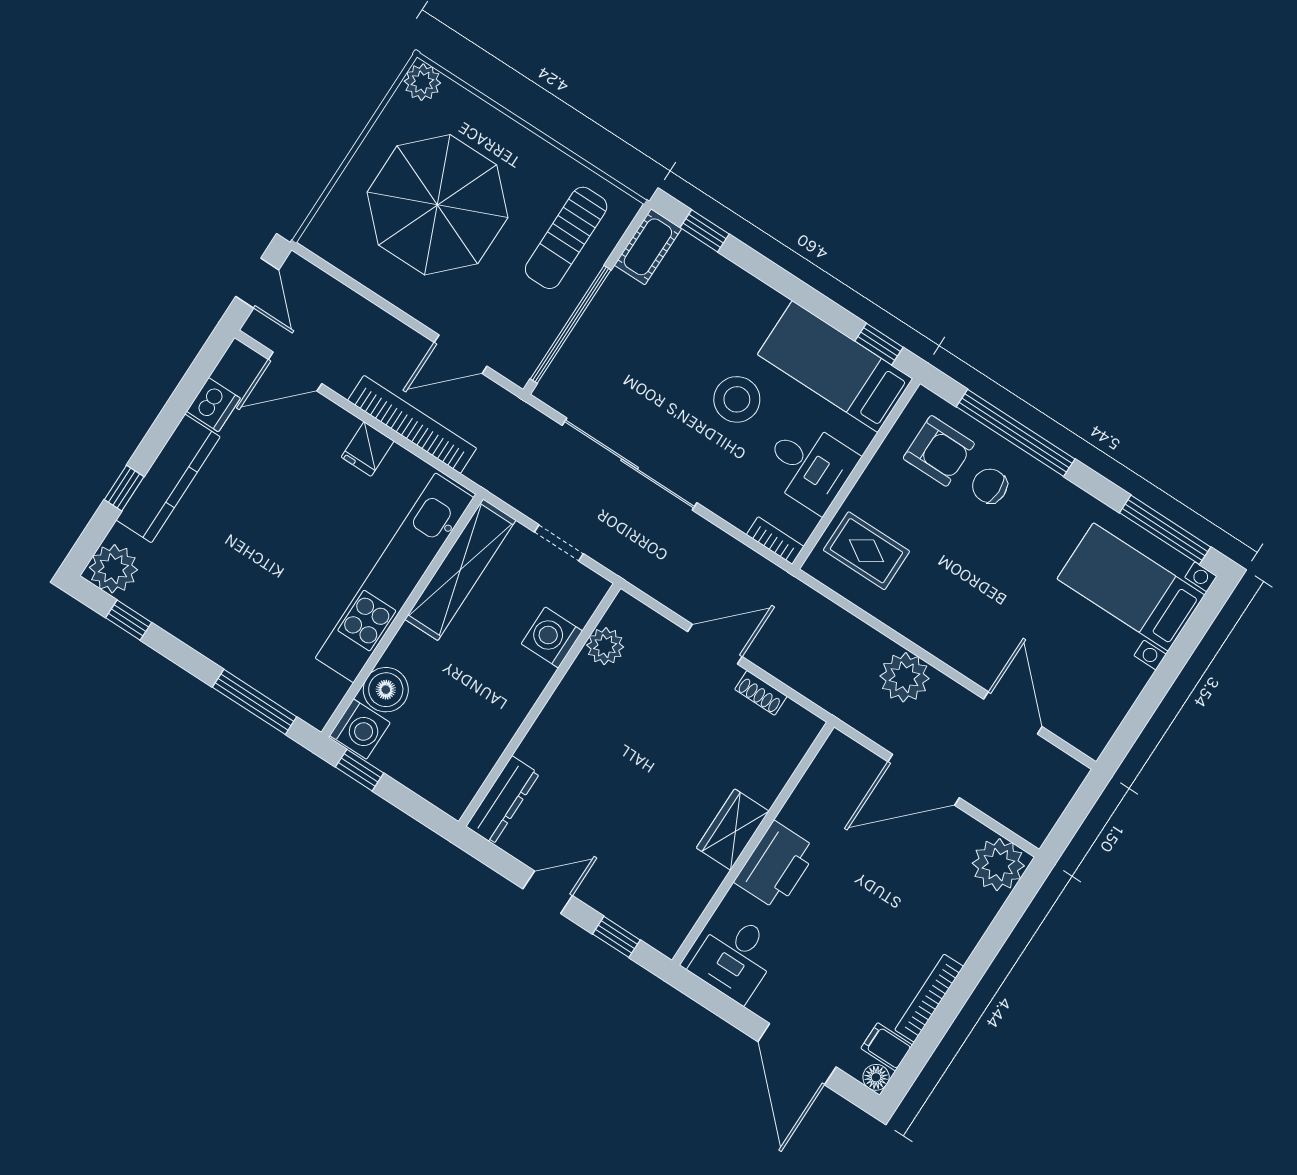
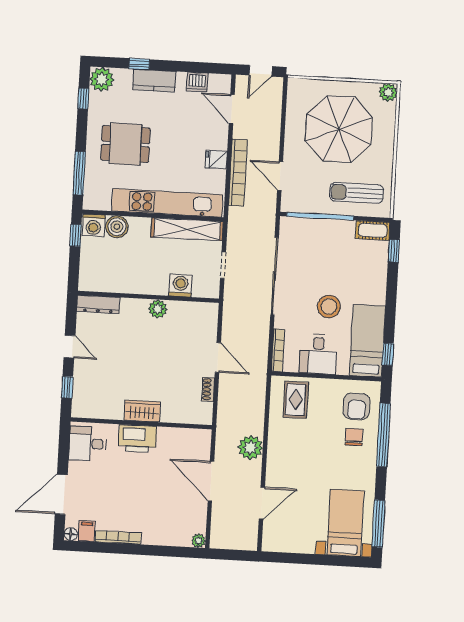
kitchen counter: (168, 478) -> (154, 81), width x0.67
bookcase: (775, 540) -> (278, 350), width x1.56
dining table: (250, 592) -> (125, 144), added
plant: (605, 646) -> (158, 309), moved
plant: (998, 865) -> (199, 541), width x0.53, depth x0.53

